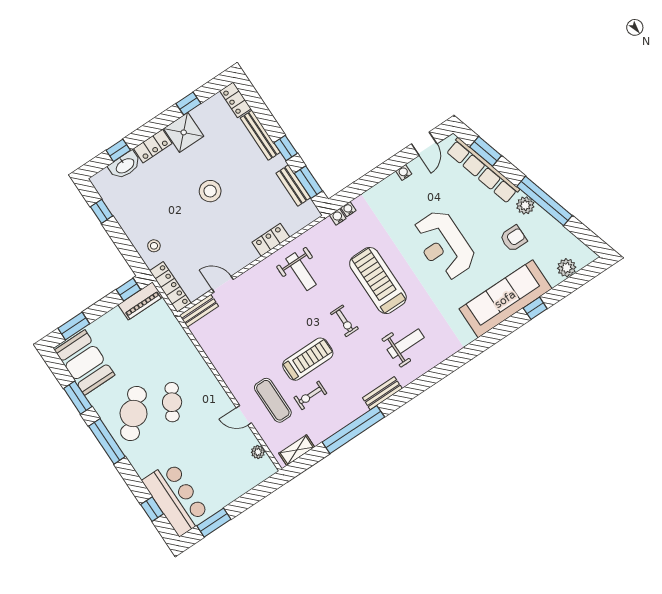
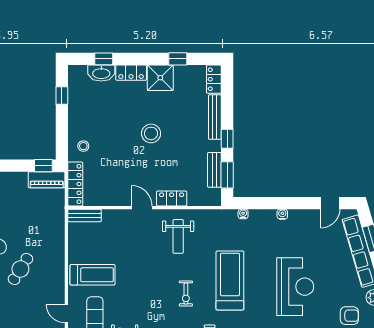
water cooler: (404, 173) -> (282, 214), moved
water cooler: (338, 217) -> (232, 214), removed
reception desk: (444, 245) -> (295, 287), turned 180
door: (223, 284) -> (142, 208), moved
treadmill: (308, 359) -> (93, 275), moved

